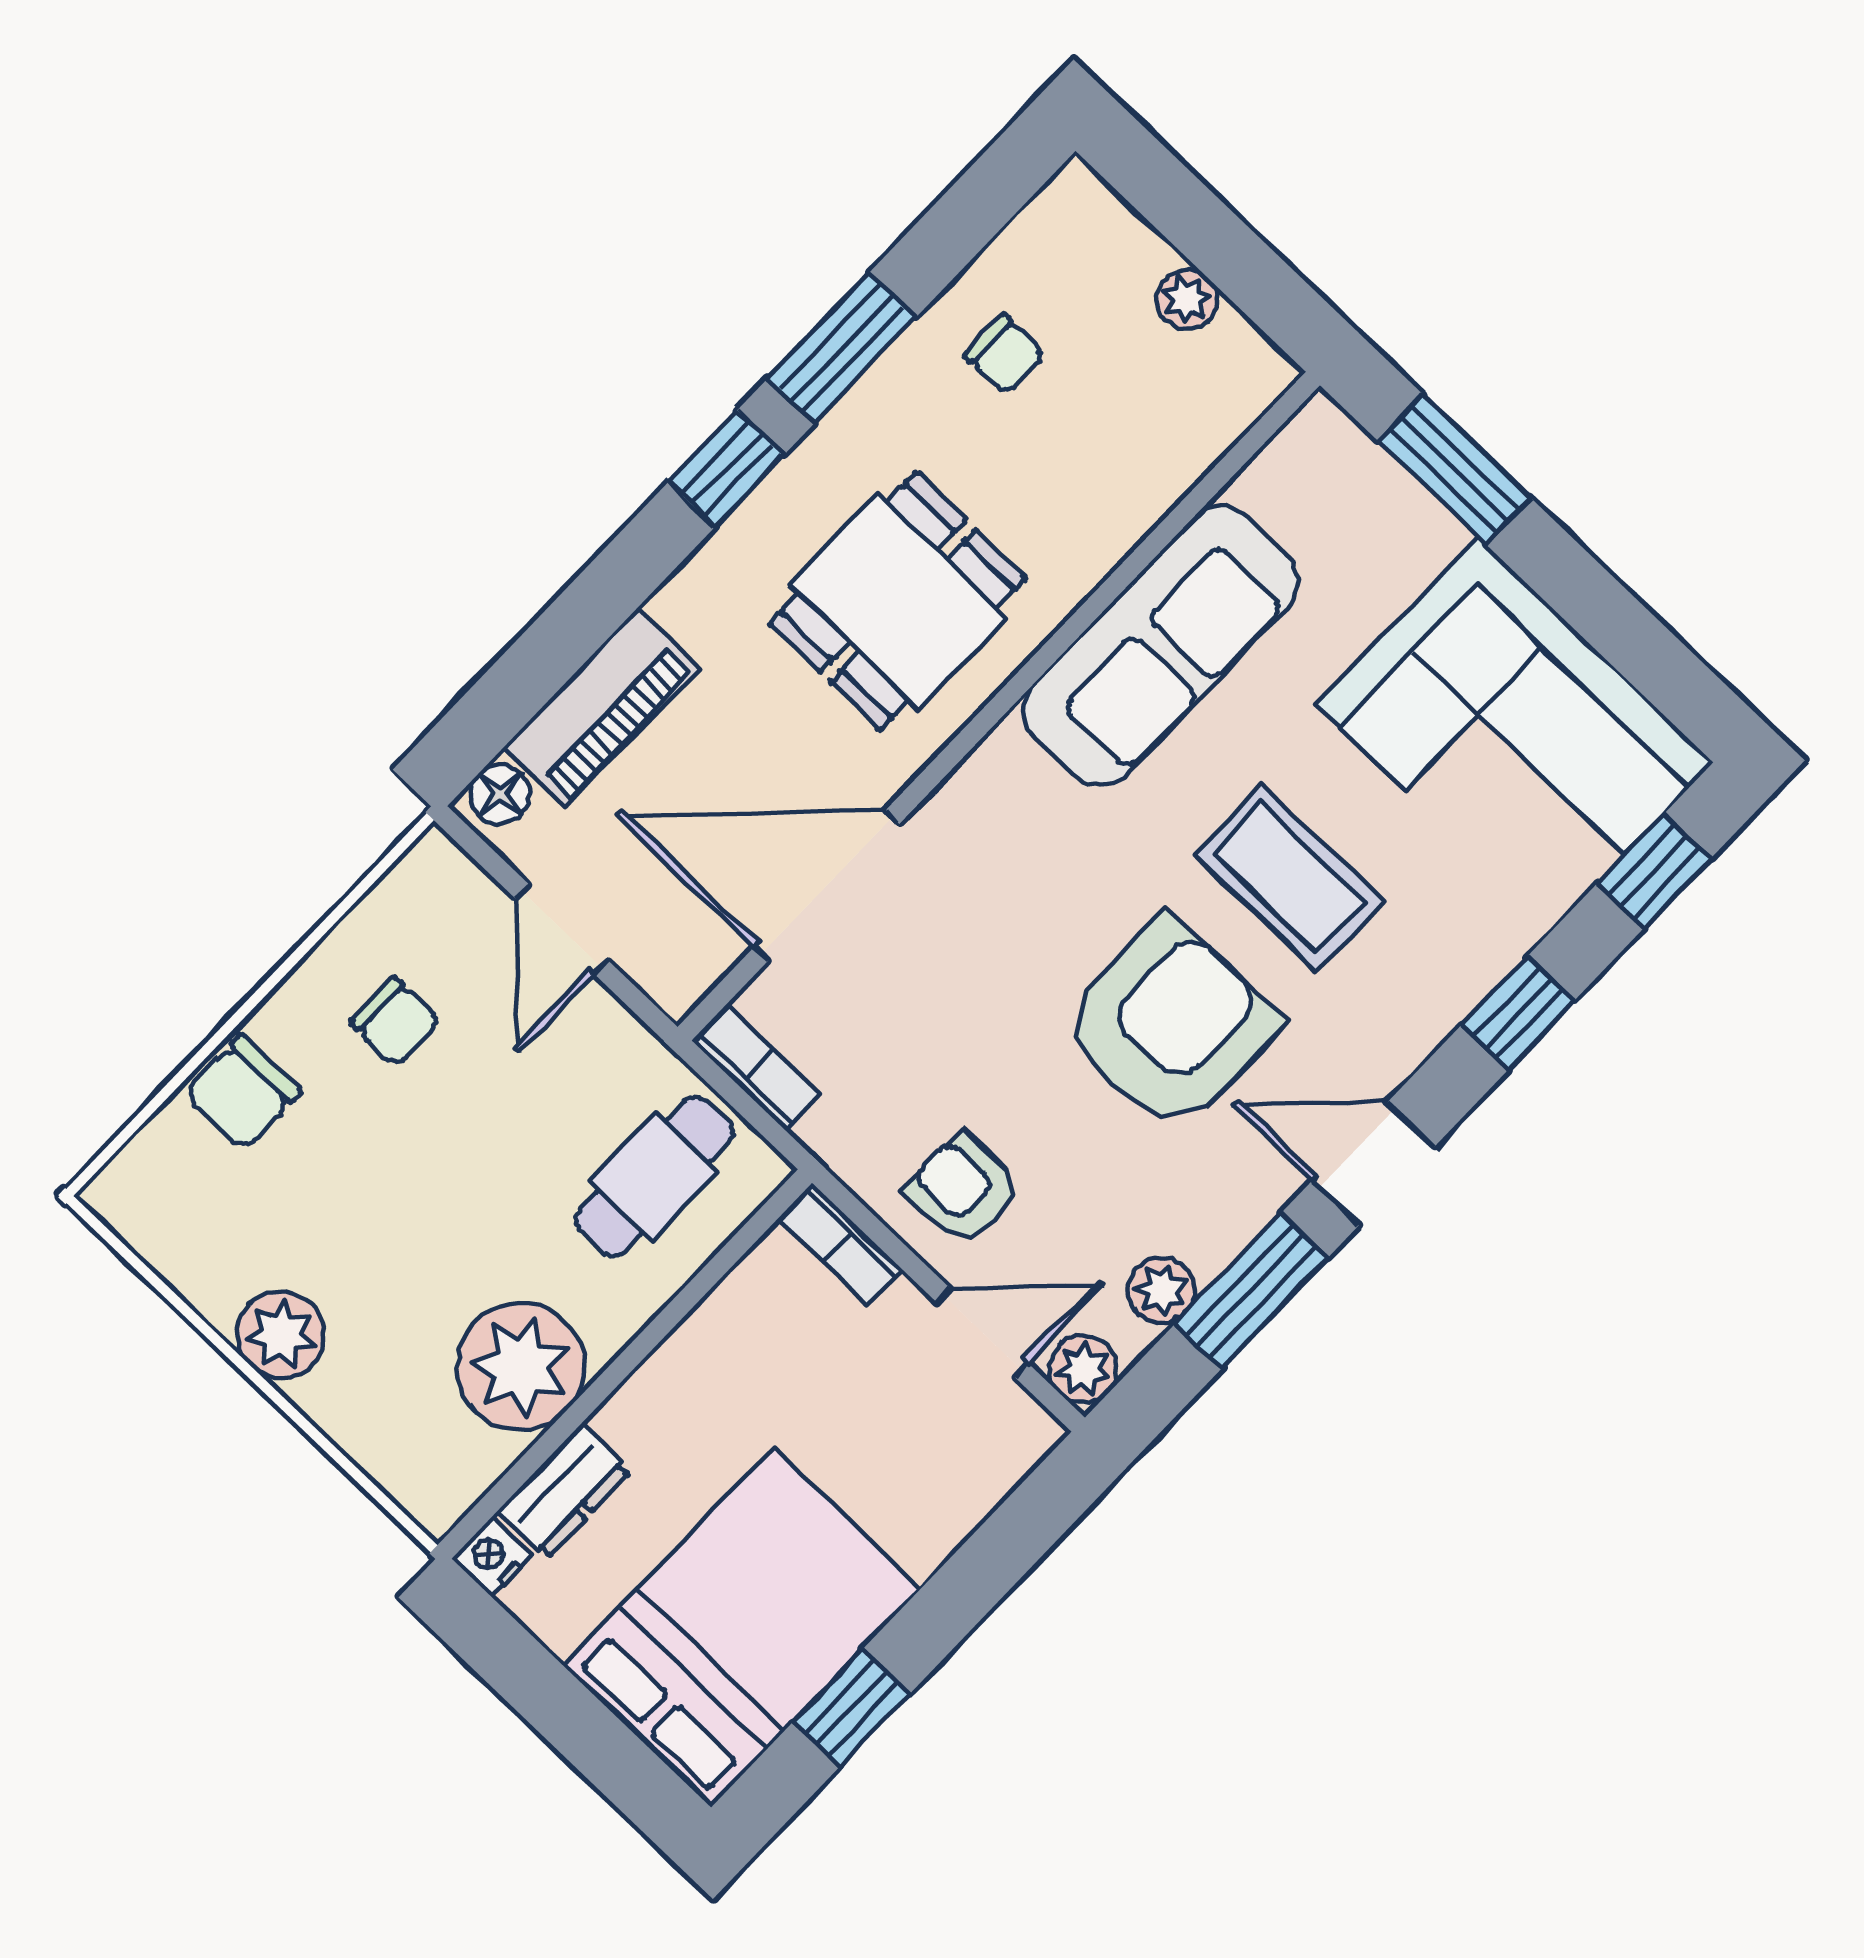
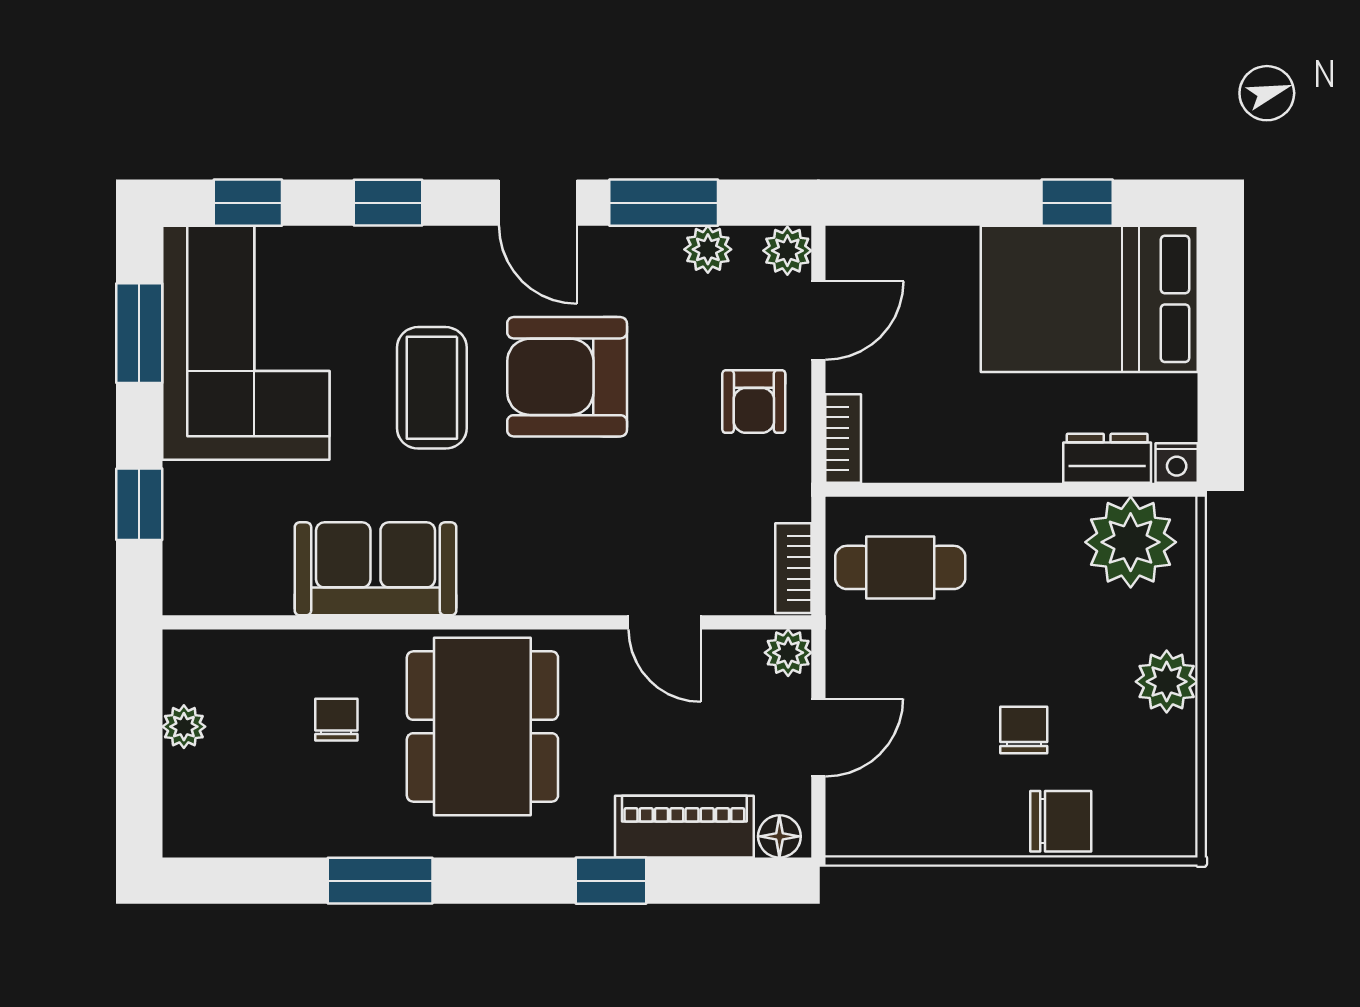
chair: (1004, 354) -> (336, 720), moved
window: (726, 469) -> (611, 881), moved
window: (1454, 469) -> (139, 504), width x0.67
dining table: (898, 601) -> (482, 727), width x1.38
window: (1627, 635) -> (139, 333), added
sofa: (1161, 645) -> (375, 569), width x0.73
door: (827, 885) -> (665, 622), width x0.53
plant: (677, 981) -> (788, 653), added
chair: (395, 1021) -> (1024, 730), moved
door: (983, 1333) -> (818, 321), swing flipped
plant: (521, 1367) -> (1131, 542), moved

